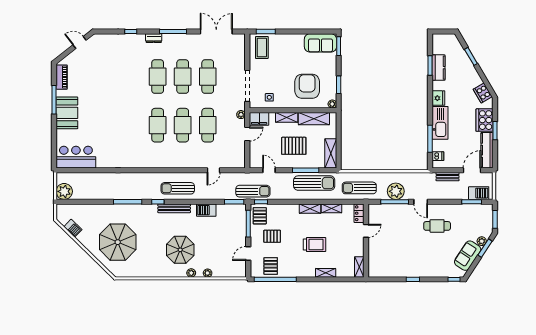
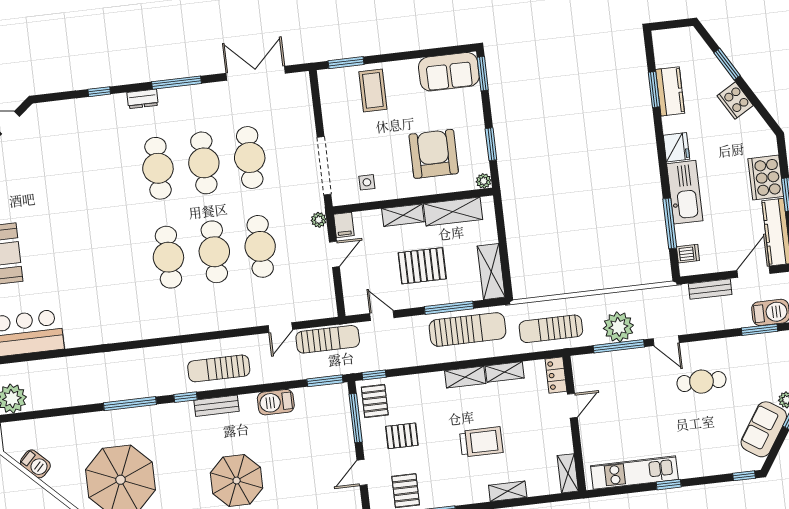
coffee table: (262, 47) -> (373, 90), moved
cooker: (483, 93) -> (735, 101), moved
filing cabinet: (259, 119) -> (344, 225), width x0.50
sun lounger: (253, 191) -> (328, 339), moved
bench: (174, 208) -> (217, 406), width x0.73
kitchen unit: (395, 271) -> (634, 473), added

